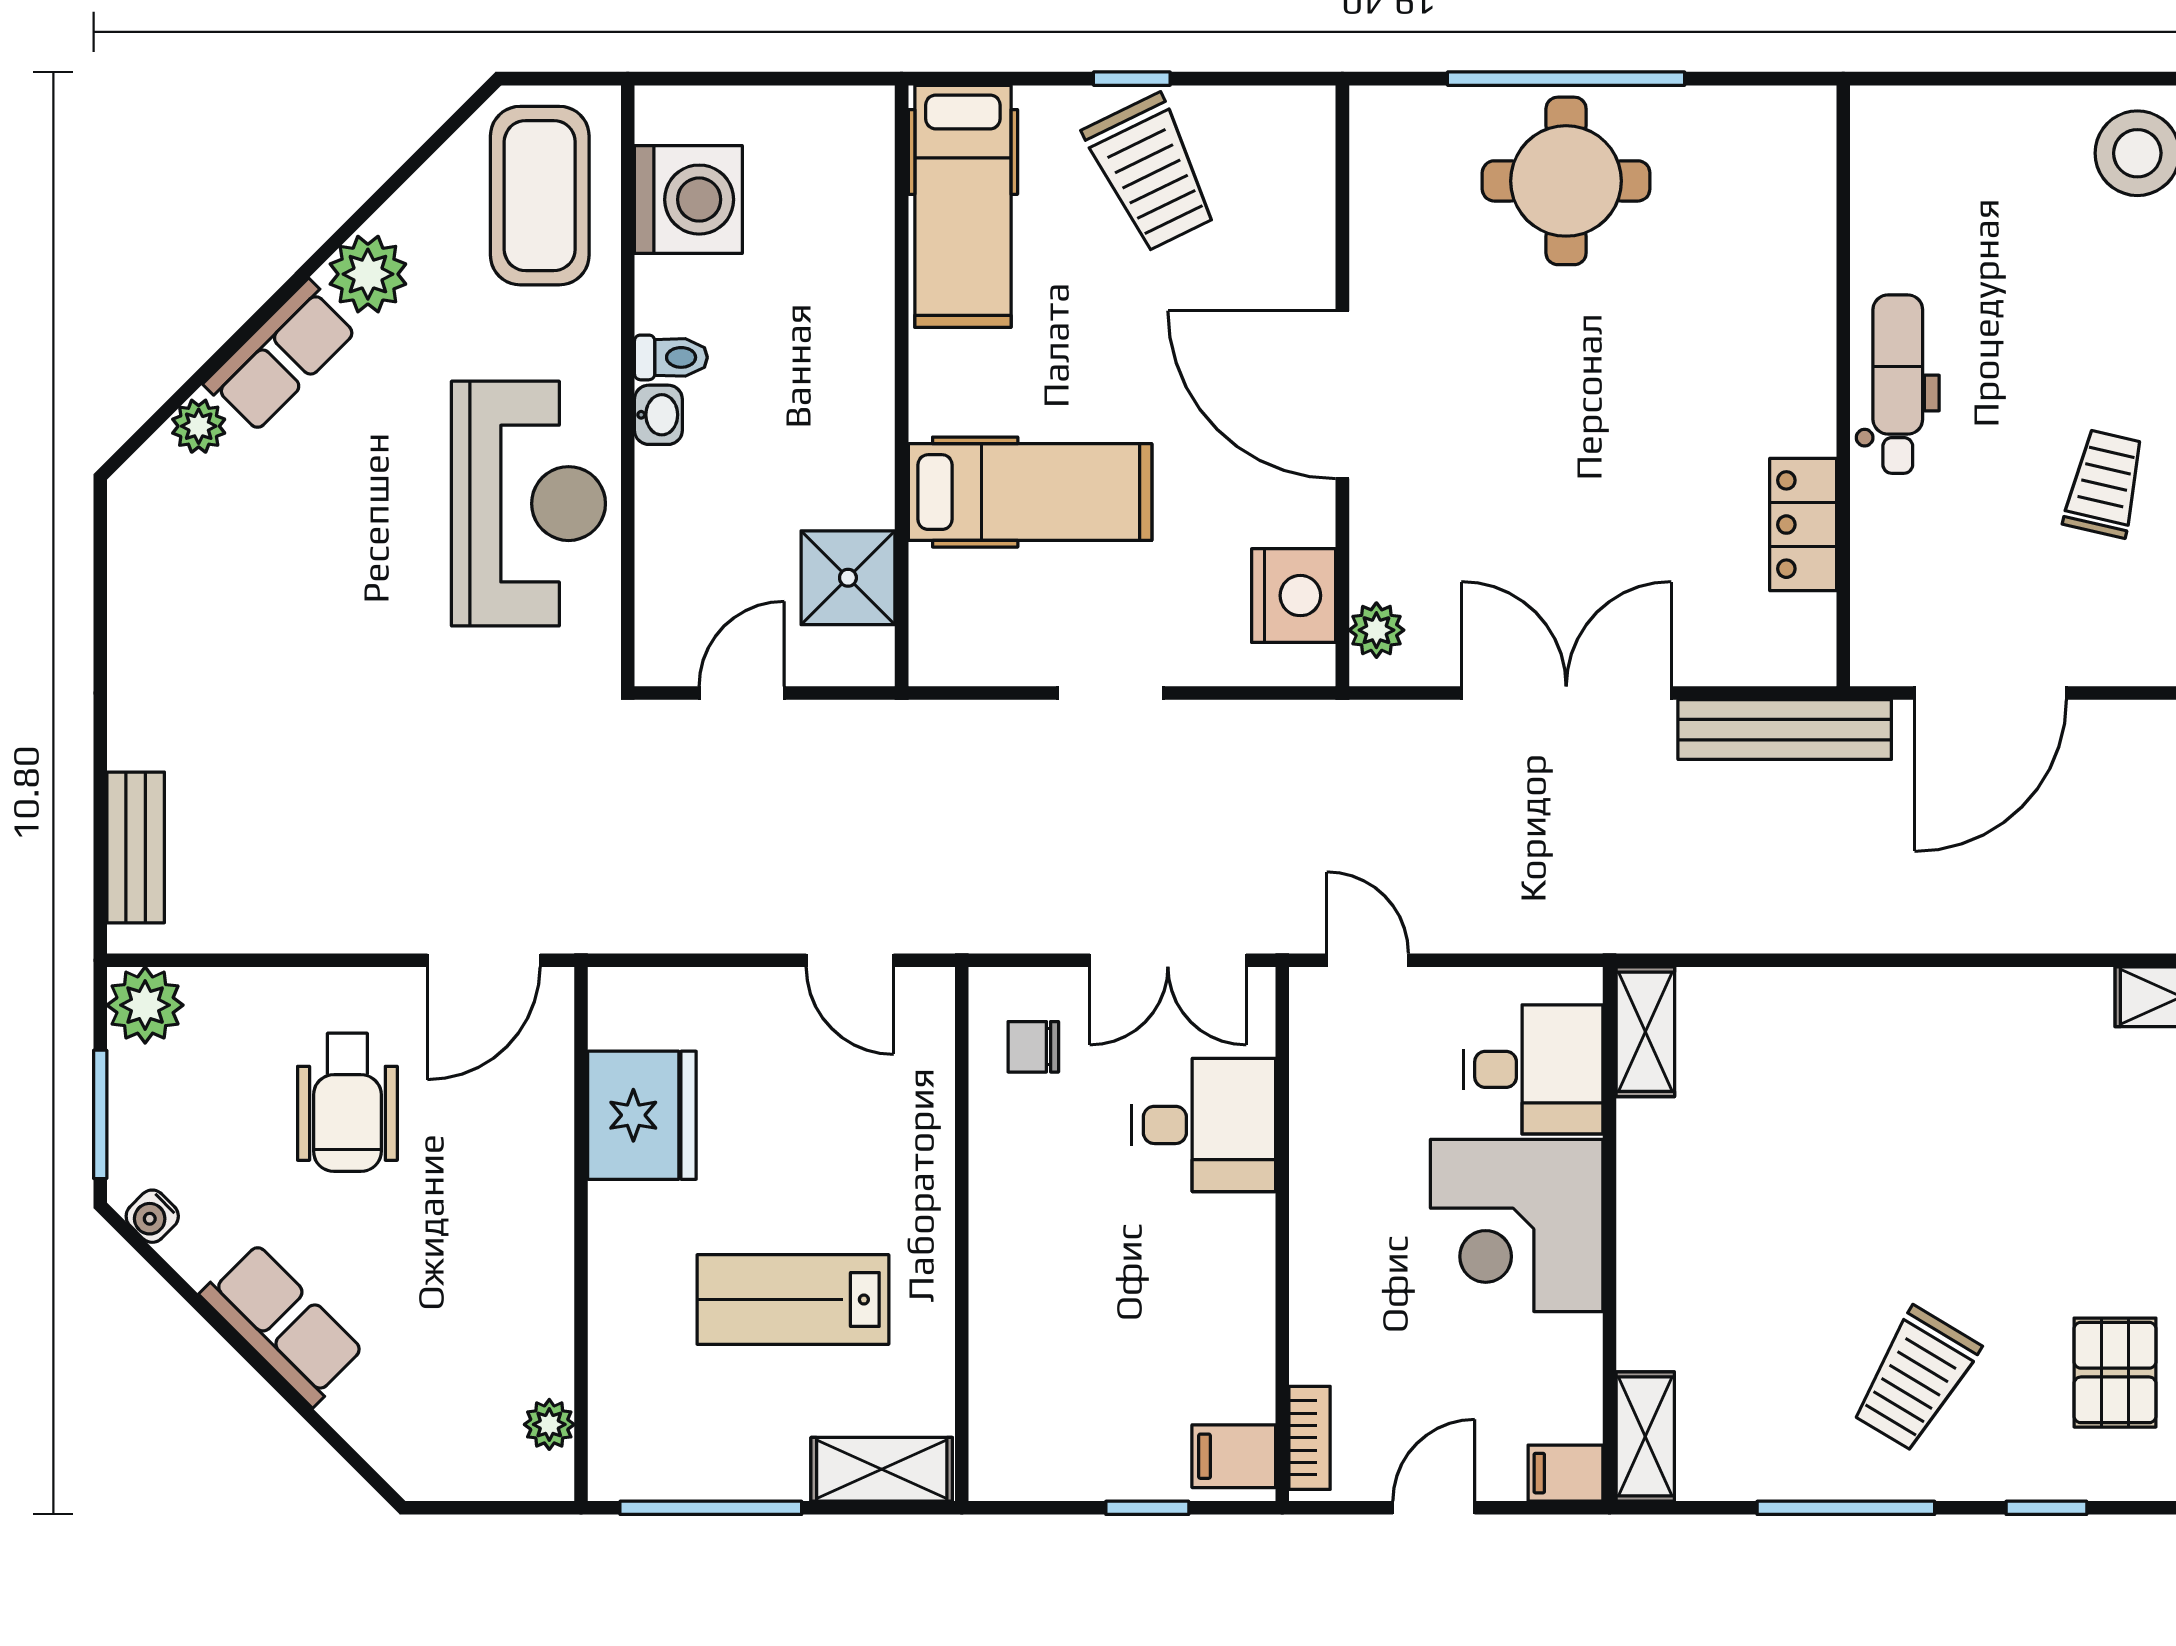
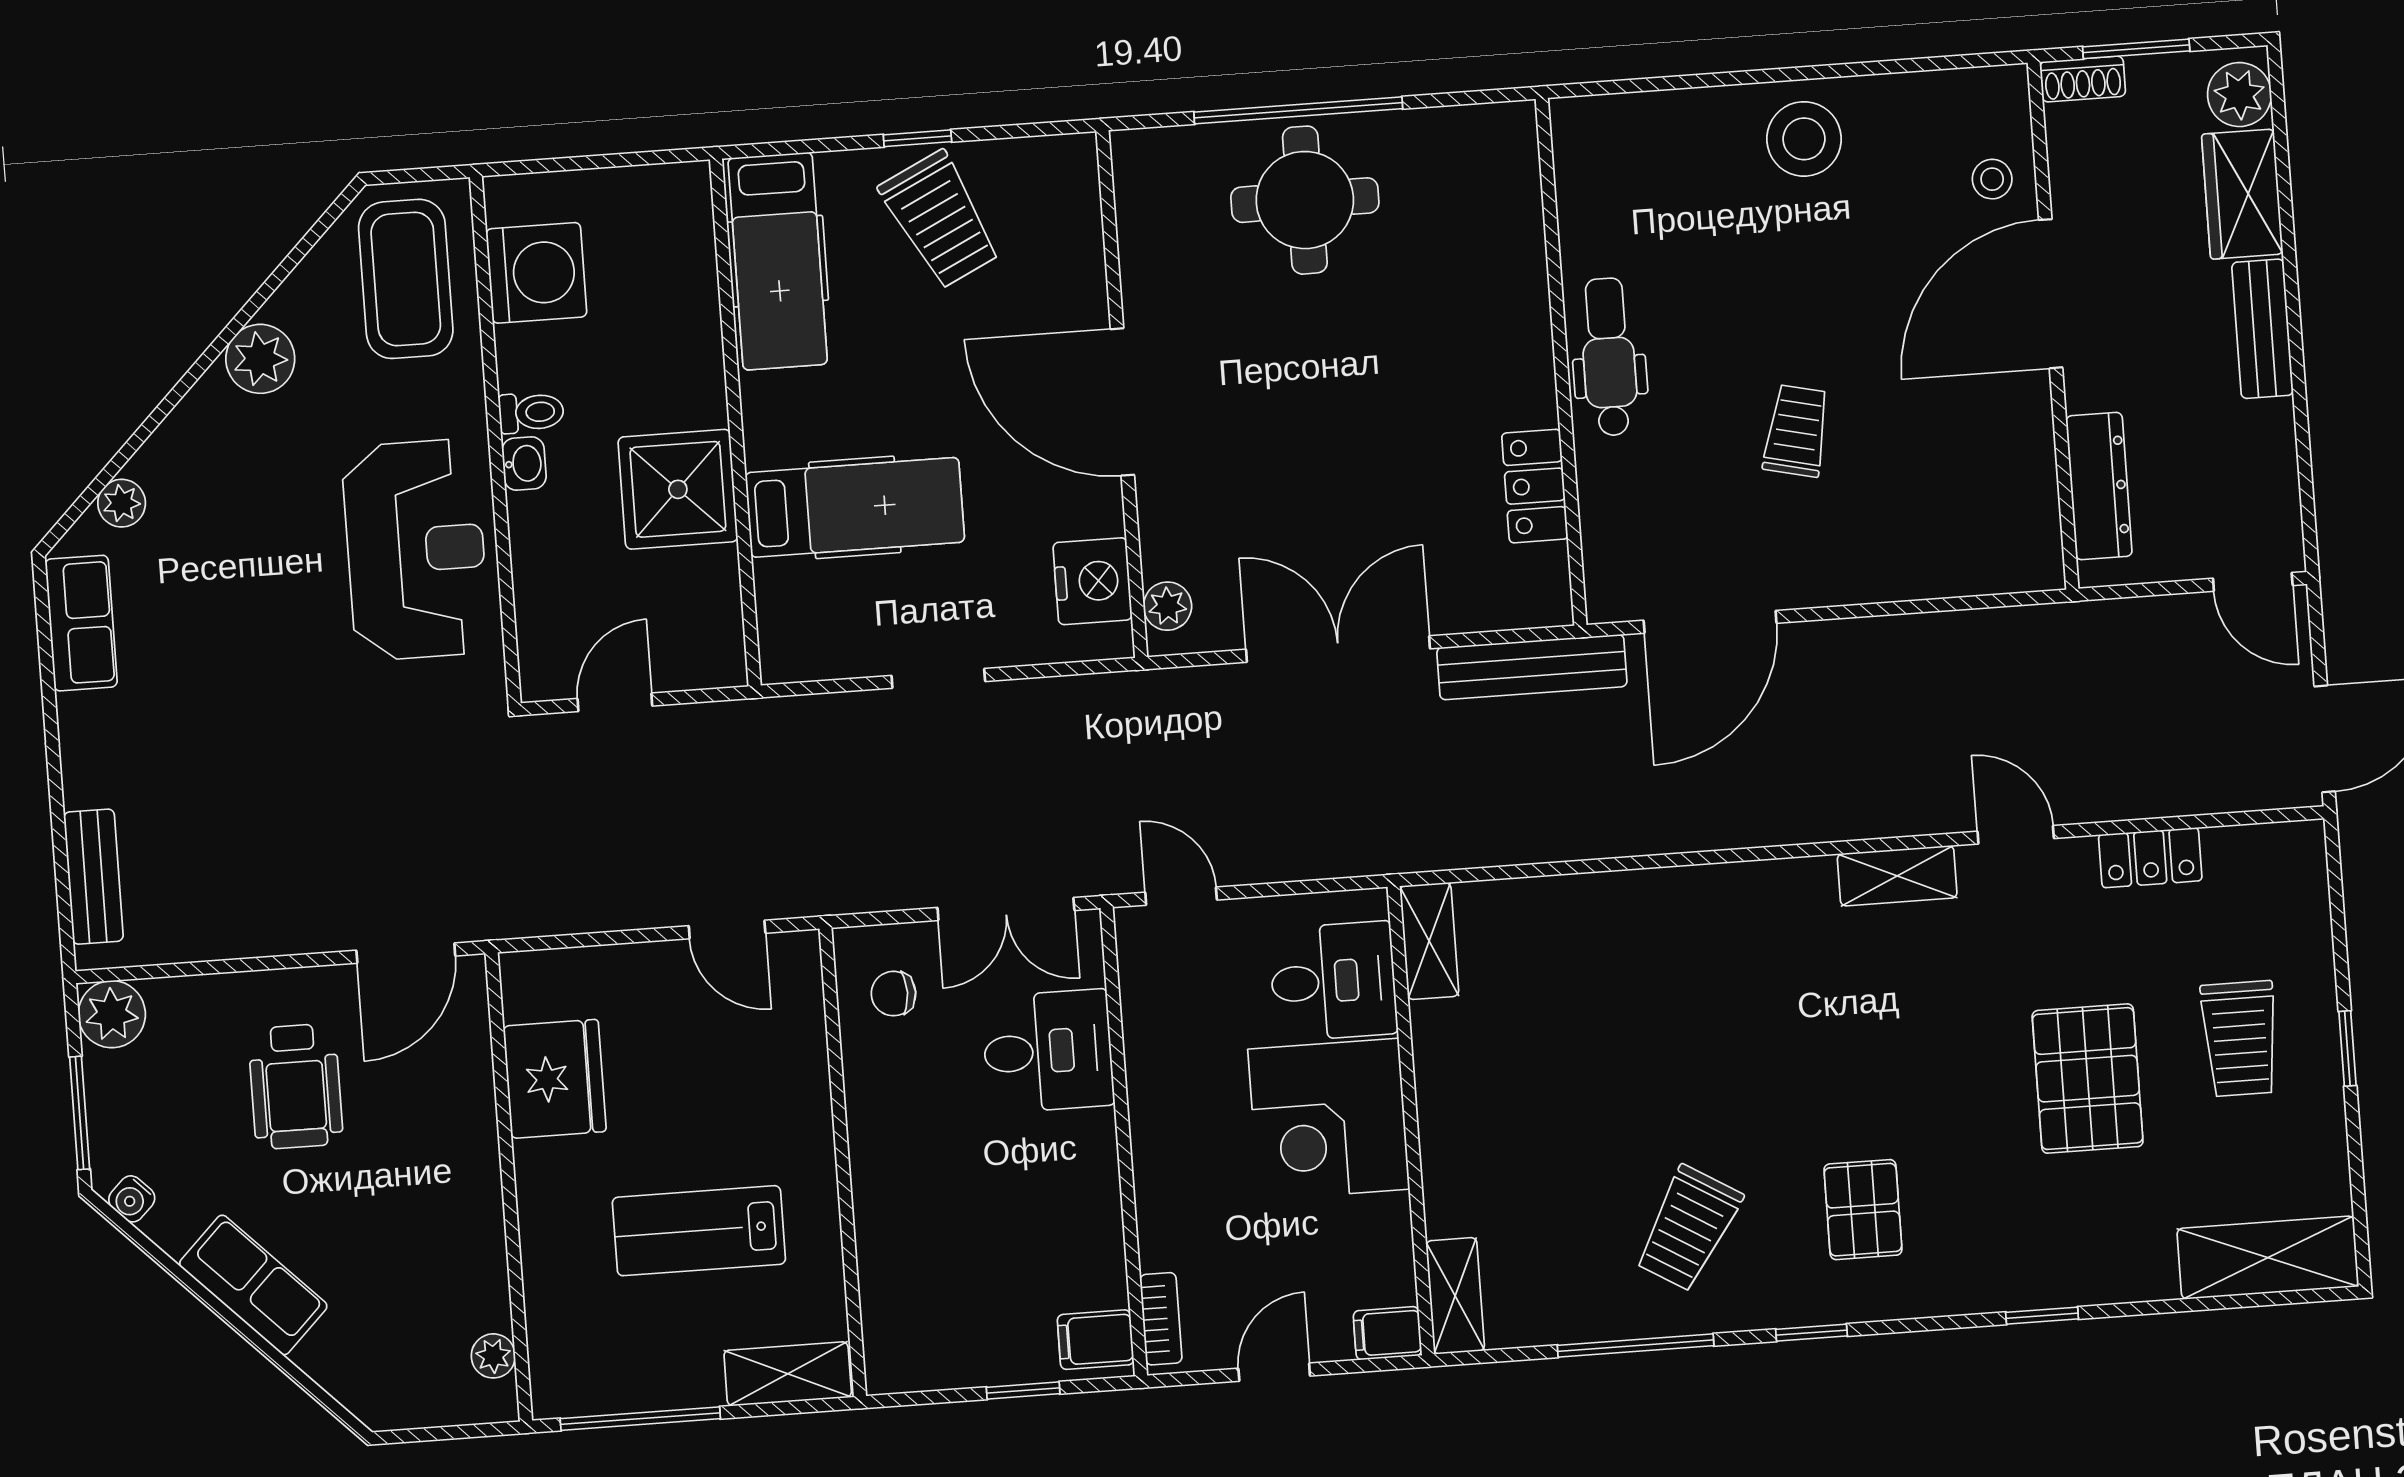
row of seats: (281, 356) -> (81, 623), moved, turned -45
shower: (848, 578) -> (678, 489), moved, width x1.36, depth x1.36

